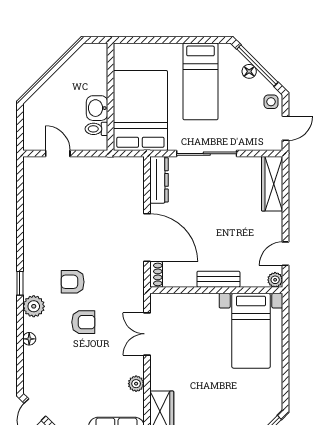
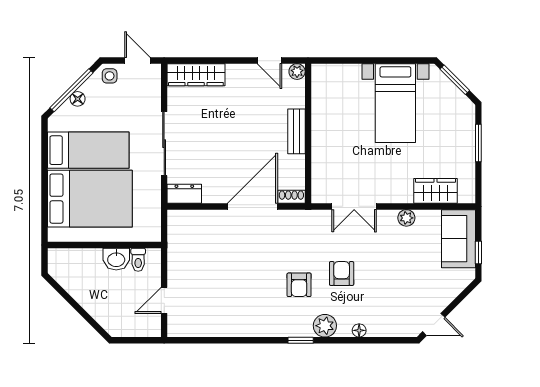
bed: (140, 111) -> (90, 199), moved, turned 180
dresser: (159, 180) -> (184, 194), width x0.70
bed with nightstands: (251, 331) -> (395, 103), moved, turned 90

